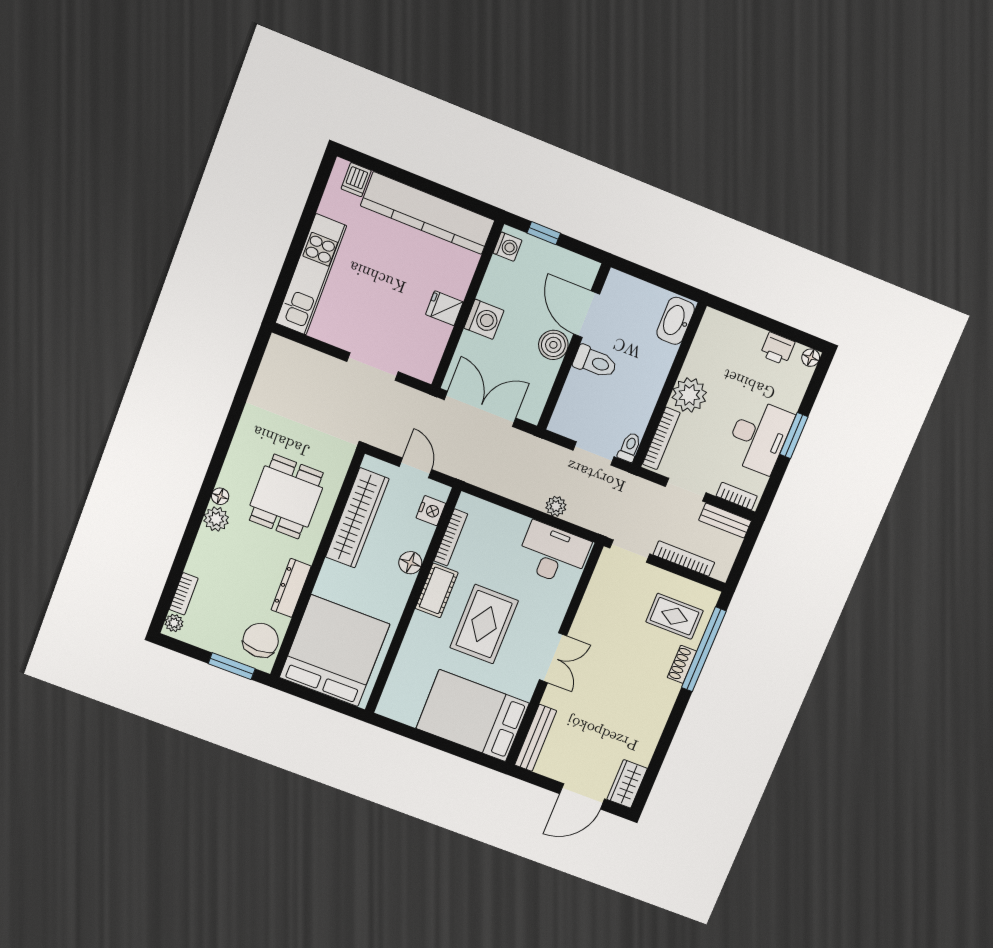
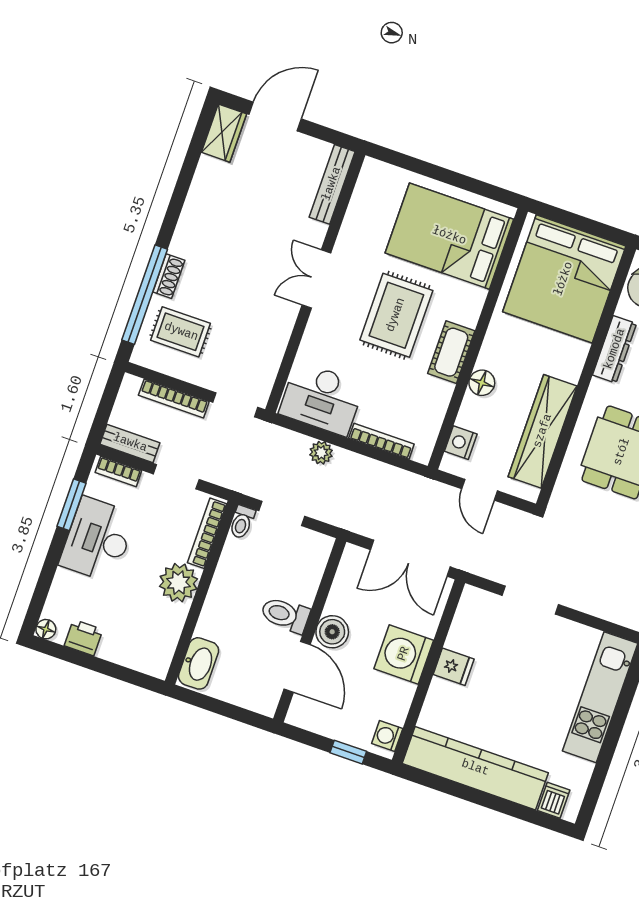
washing machine: (484, 319) -> (404, 654), width x1.37, depth x1.37
window: (794, 436) -> (72, 505), moved
bookcase: (451, 537) -> (381, 441), moved, turned 90
bed: (473, 716) -> (449, 236), moved, turned 180

